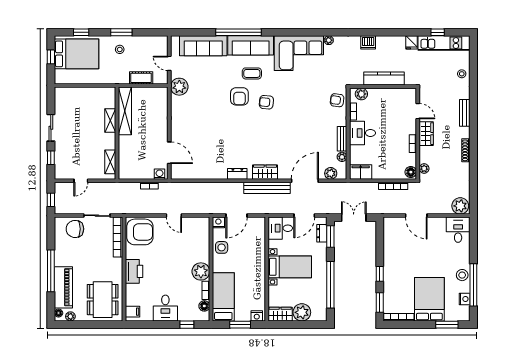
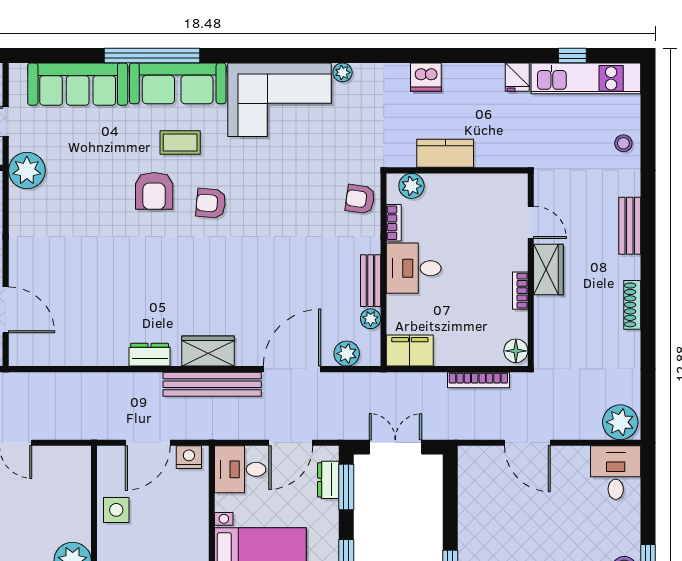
kitchen counter: (384, 79) -> (445, 153), width x0.67
plant: (424, 169) -> (544, 343), removed
nightstand: (218, 222) -> (189, 457), moved

